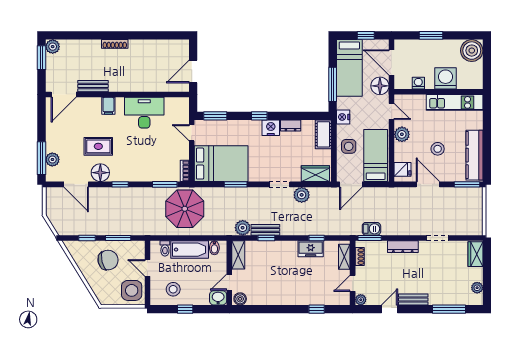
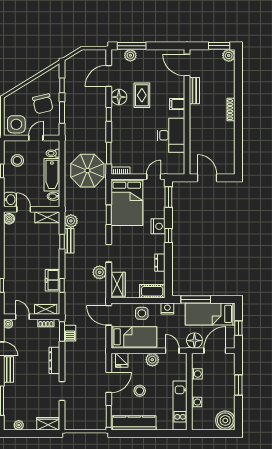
washing machine: (445, 78) -> (197, 402), width x0.53, depth x0.53
door: (392, 111) -> (172, 351), swing flipped
nightstand: (271, 128) -> (158, 226), moved

